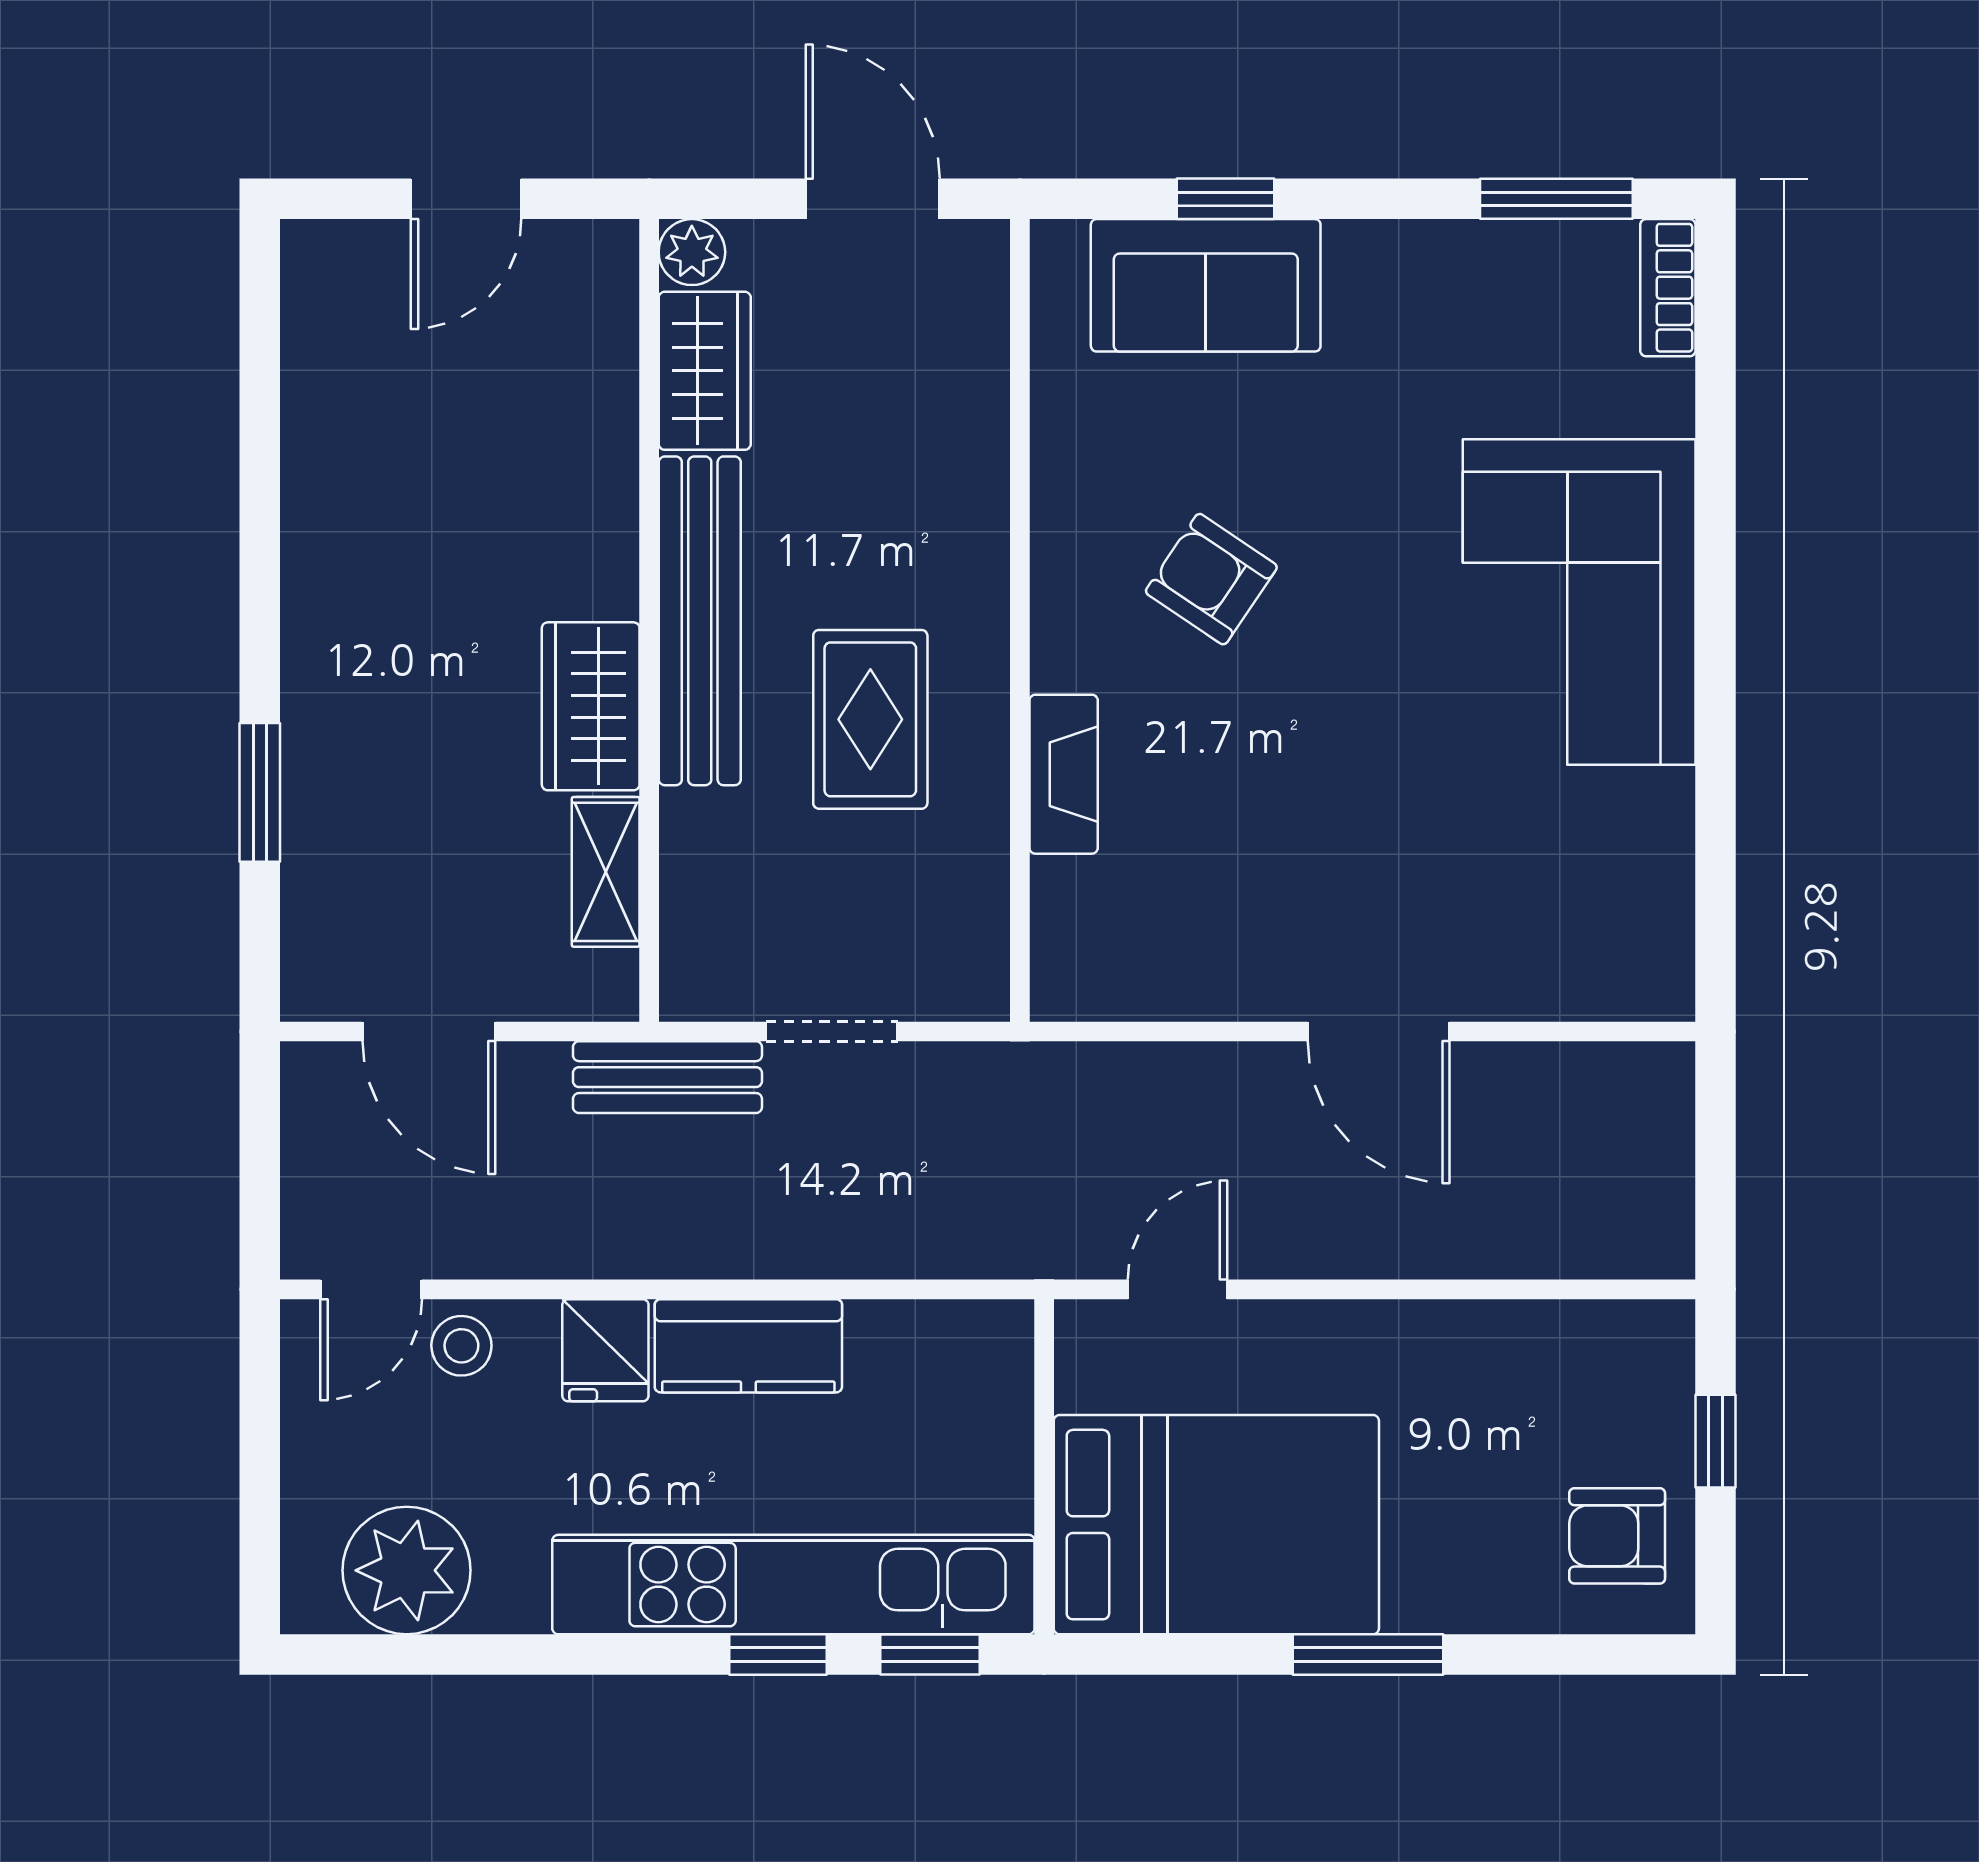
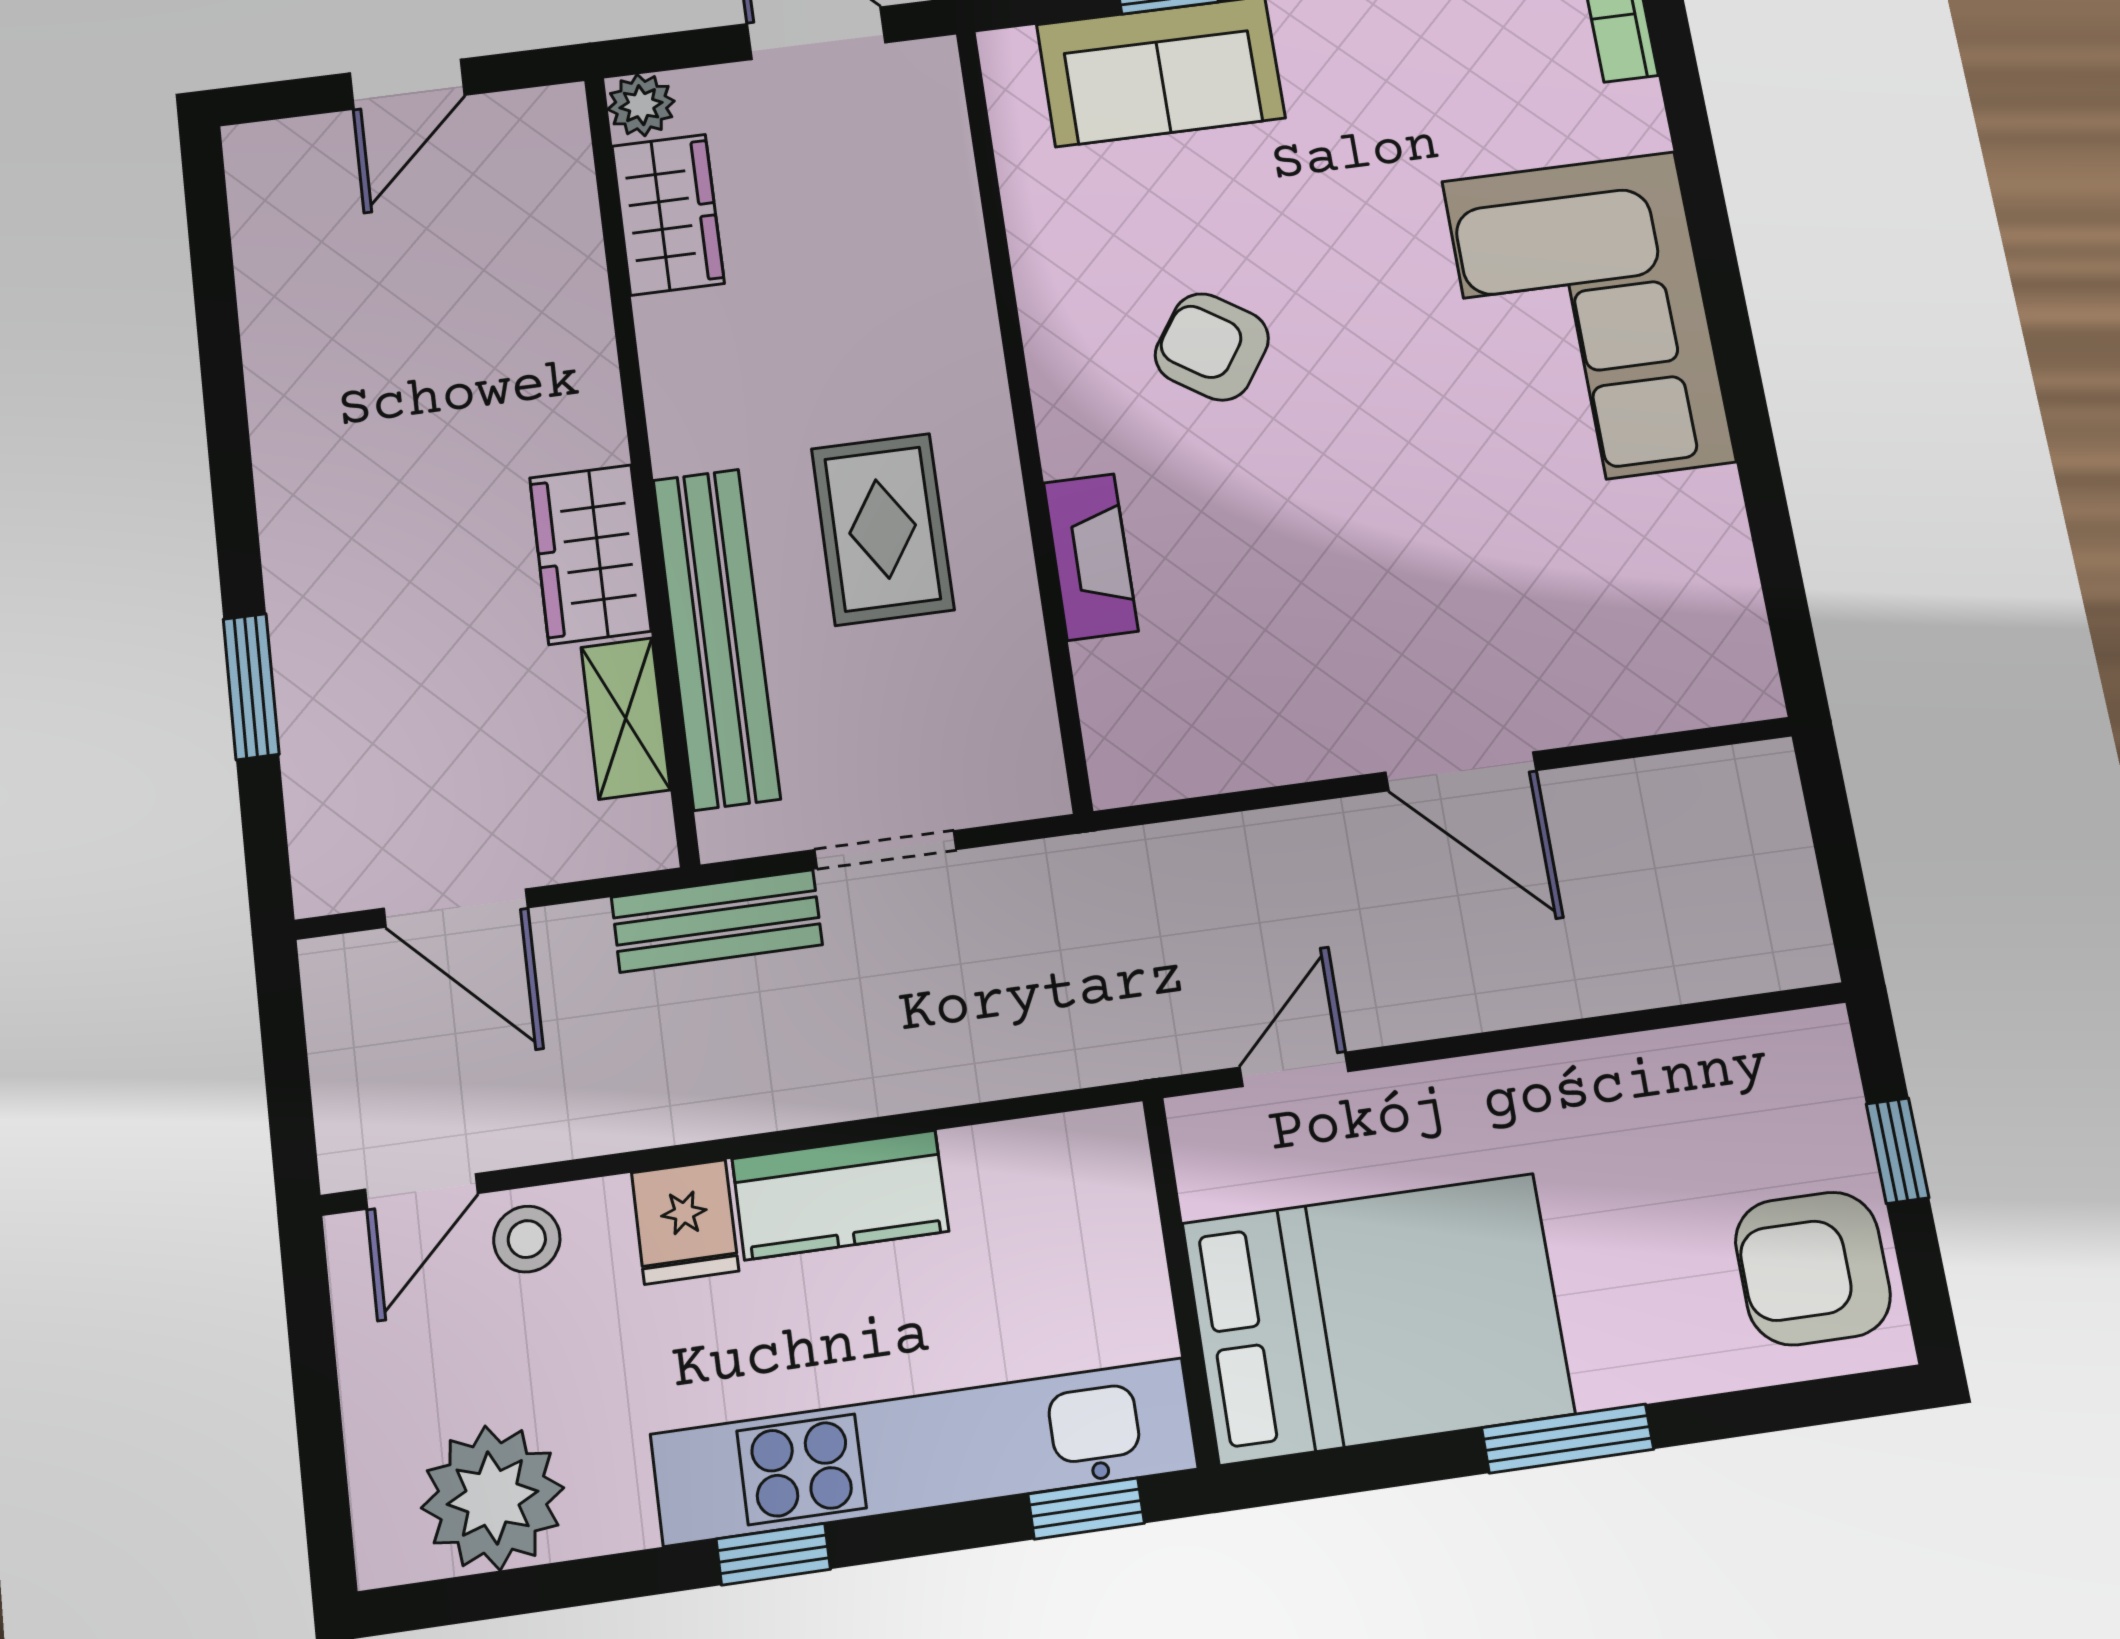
bench: (700, 621) -> (716, 638), moved
armchair: (1617, 1536) -> (1813, 1268), width x1.38, depth x1.38
window: (778, 1654) -> (773, 1554), moved

